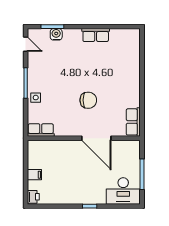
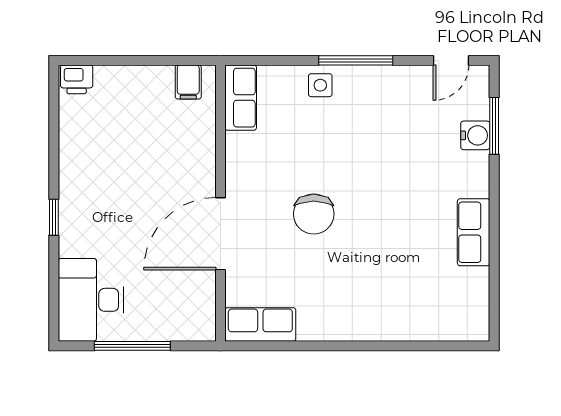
filing cabinet: (34, 175) -> (188, 82), moved

